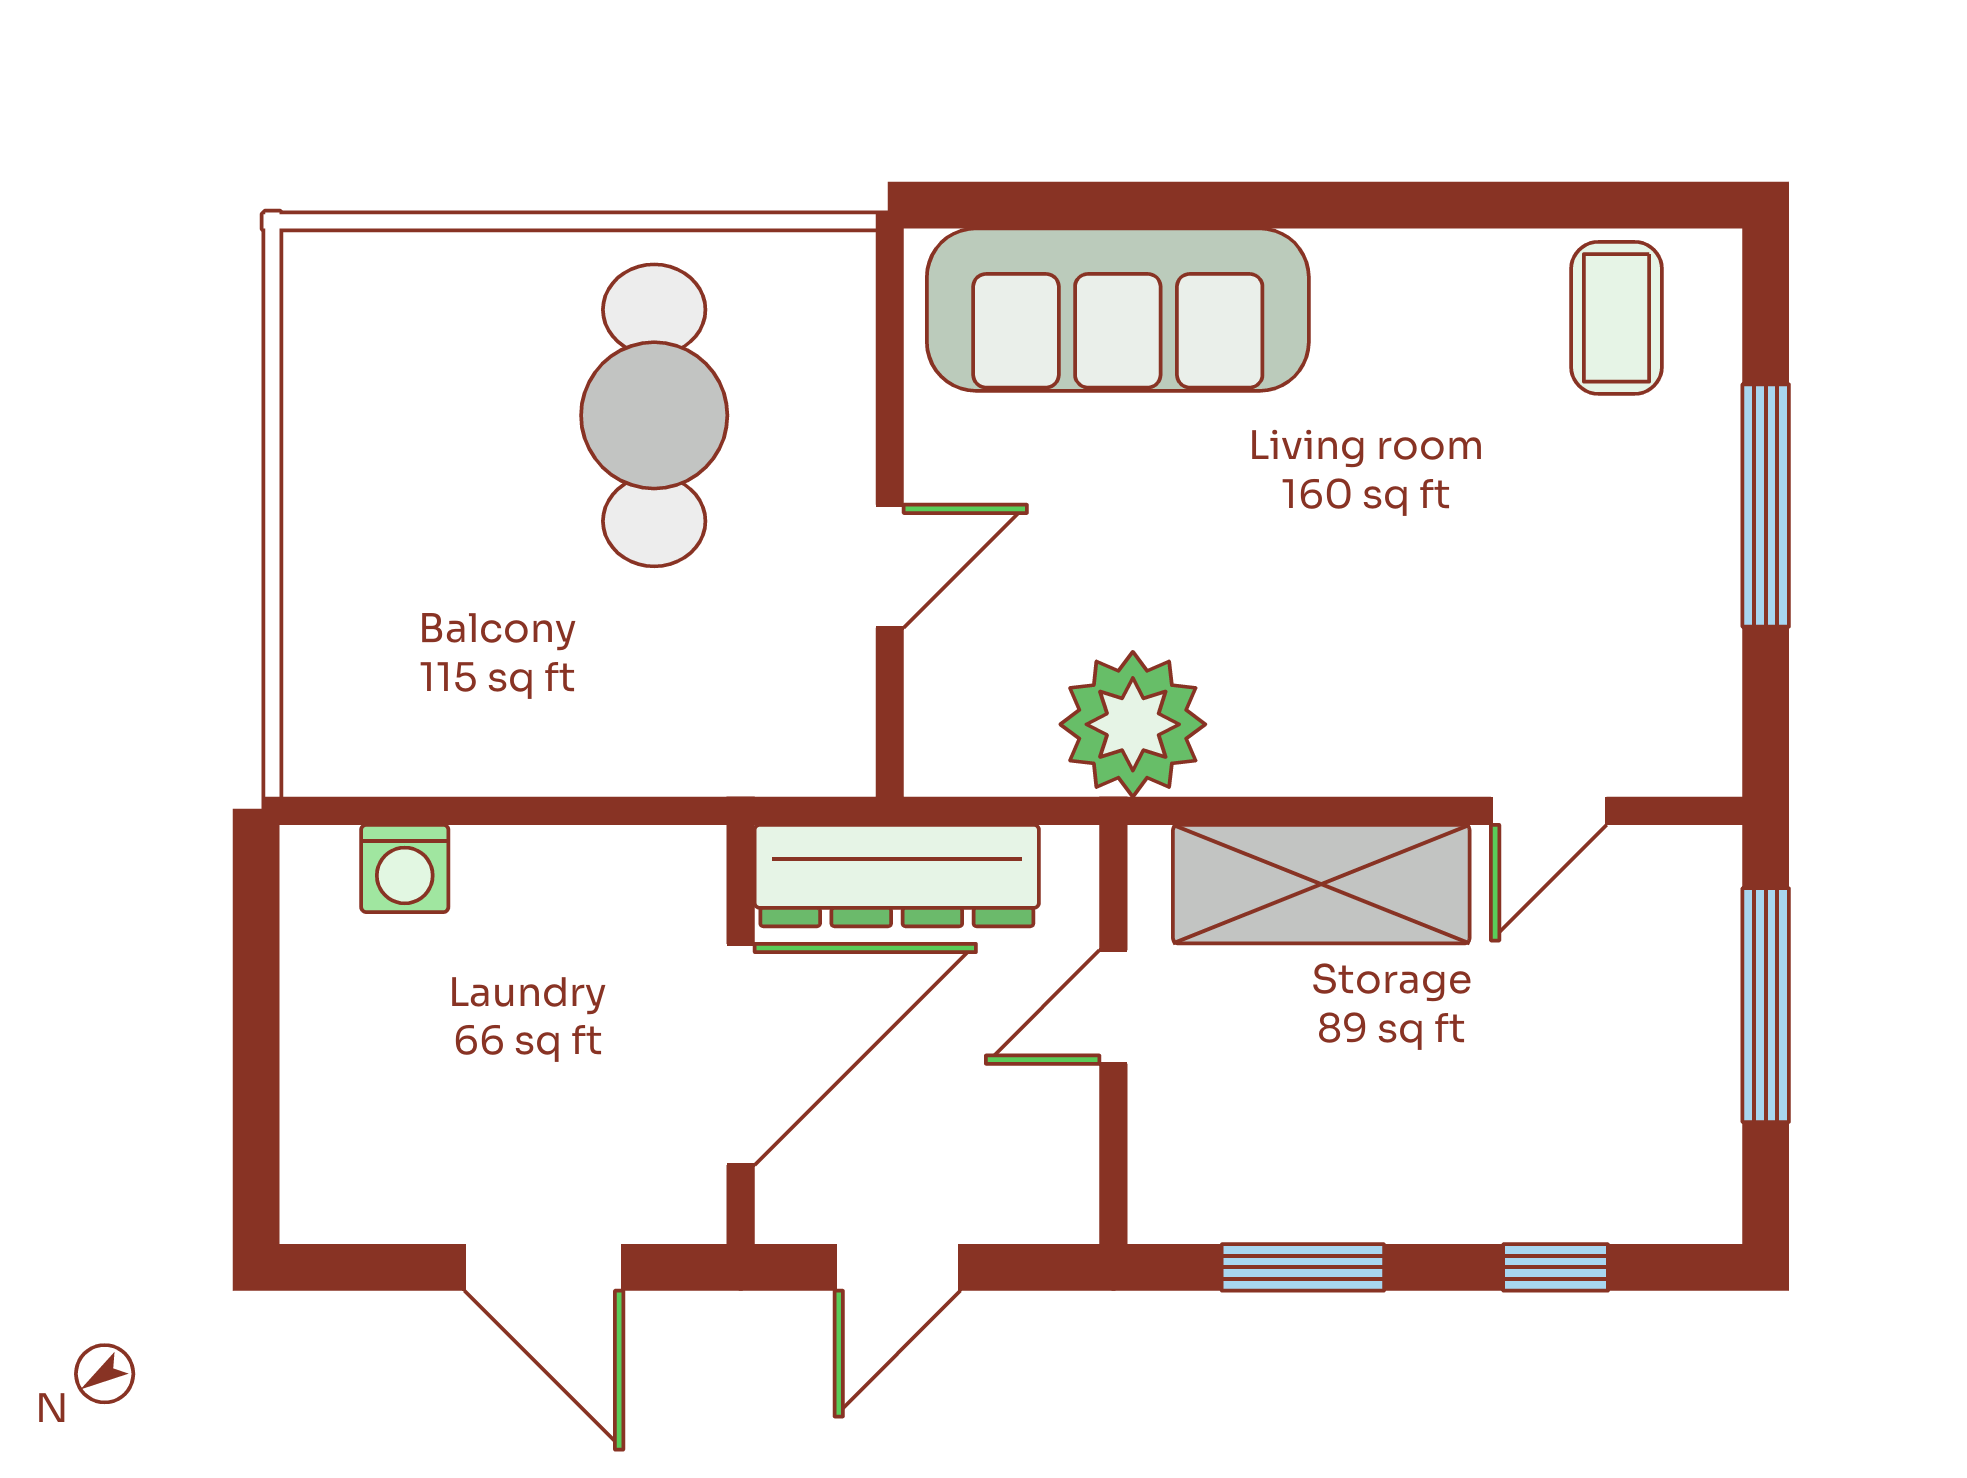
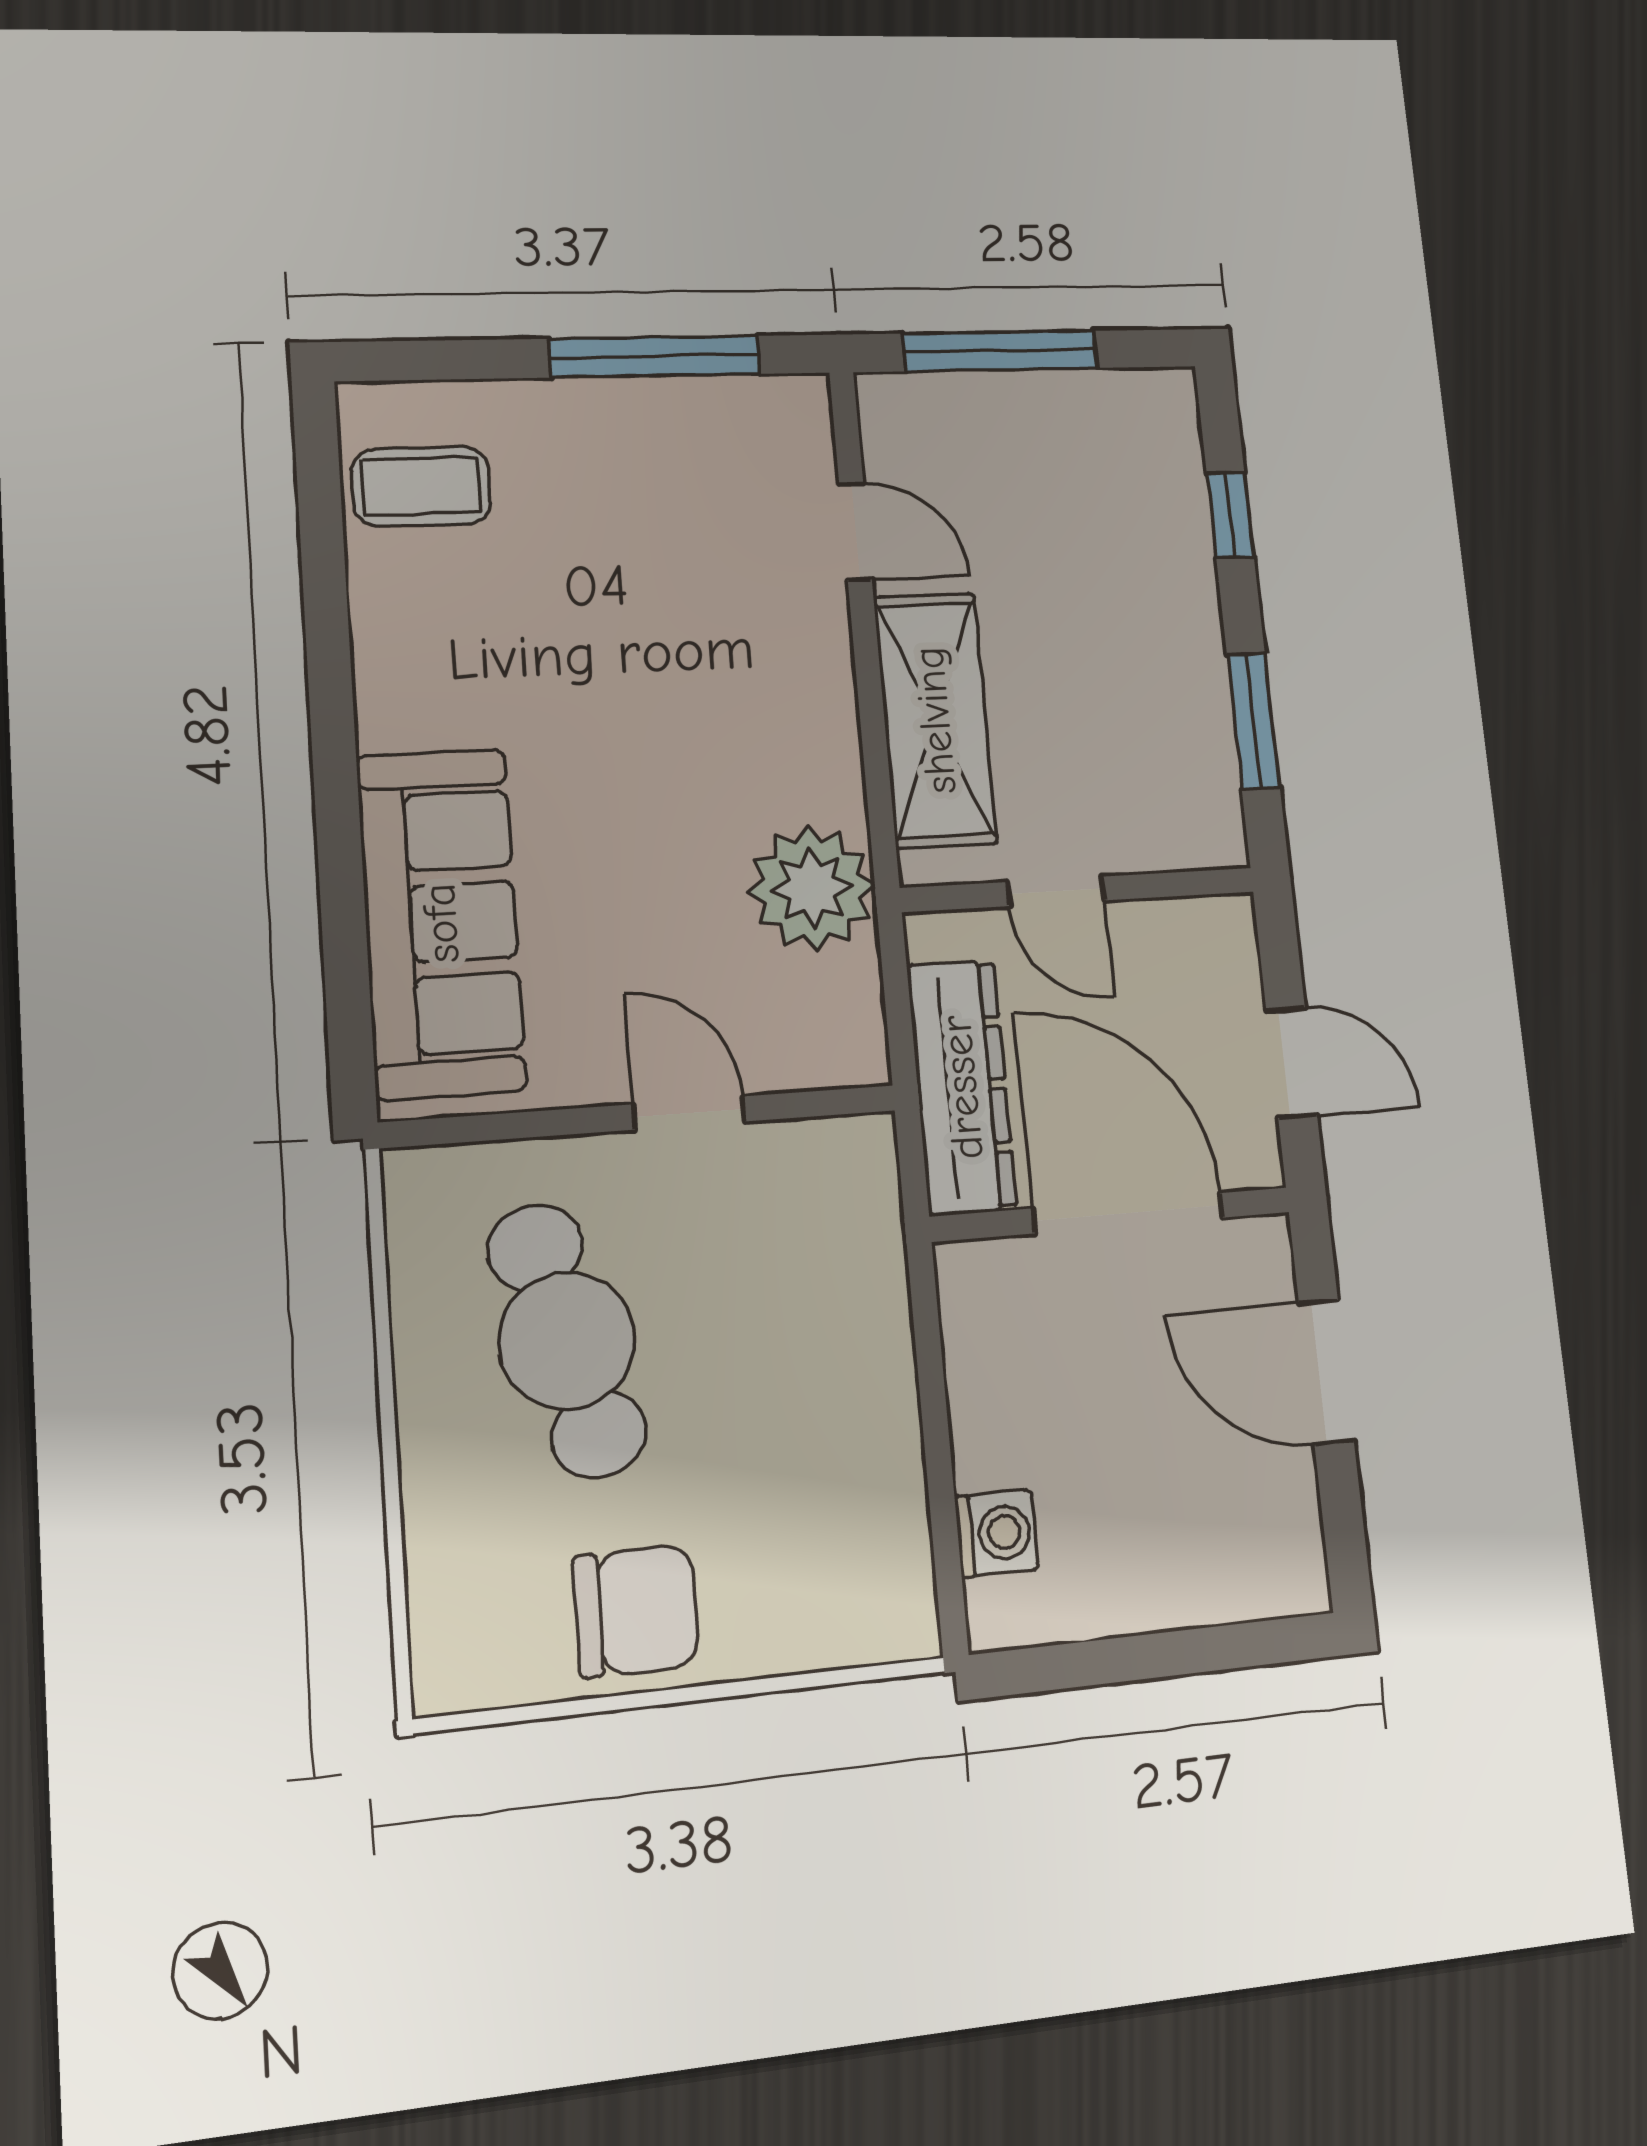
cafe table: (654, 415) -> (567, 1341), turned 75
chair: (364, 469) -> (636, 1611), added
window: (1766, 506) -> (655, 357), moved
door: (544, 1267) -> (1326, 1372), swing flipped

